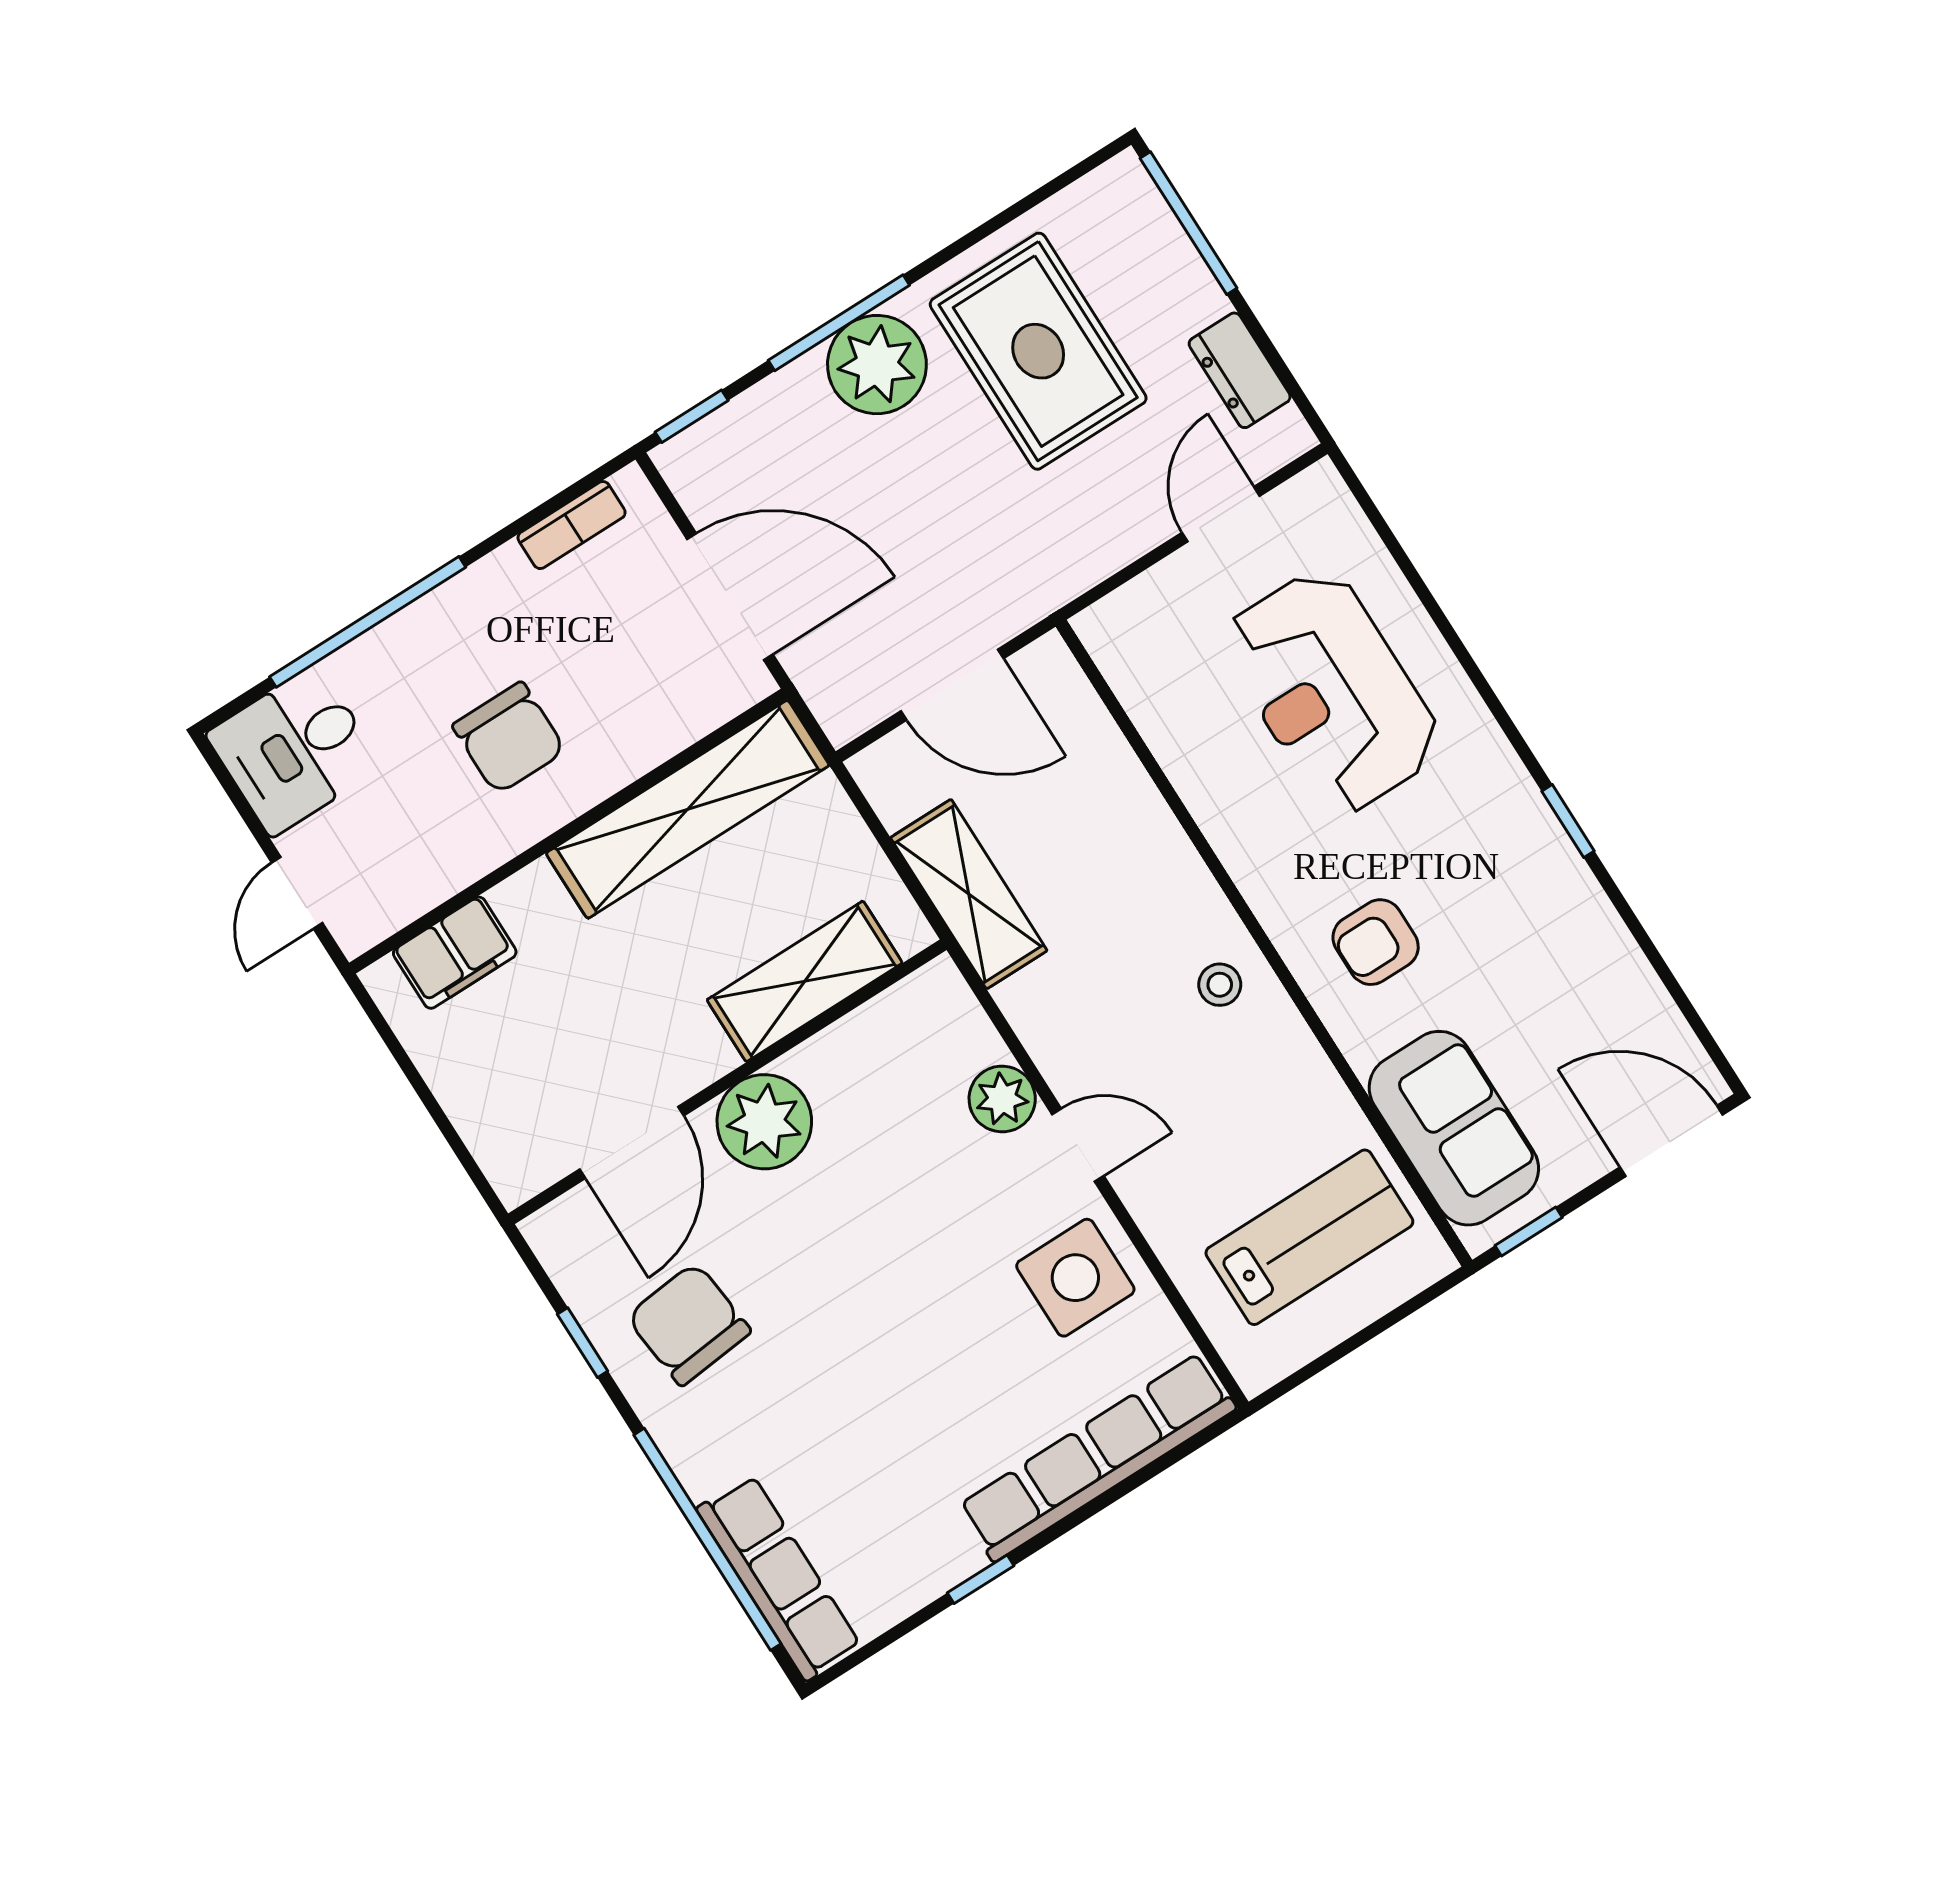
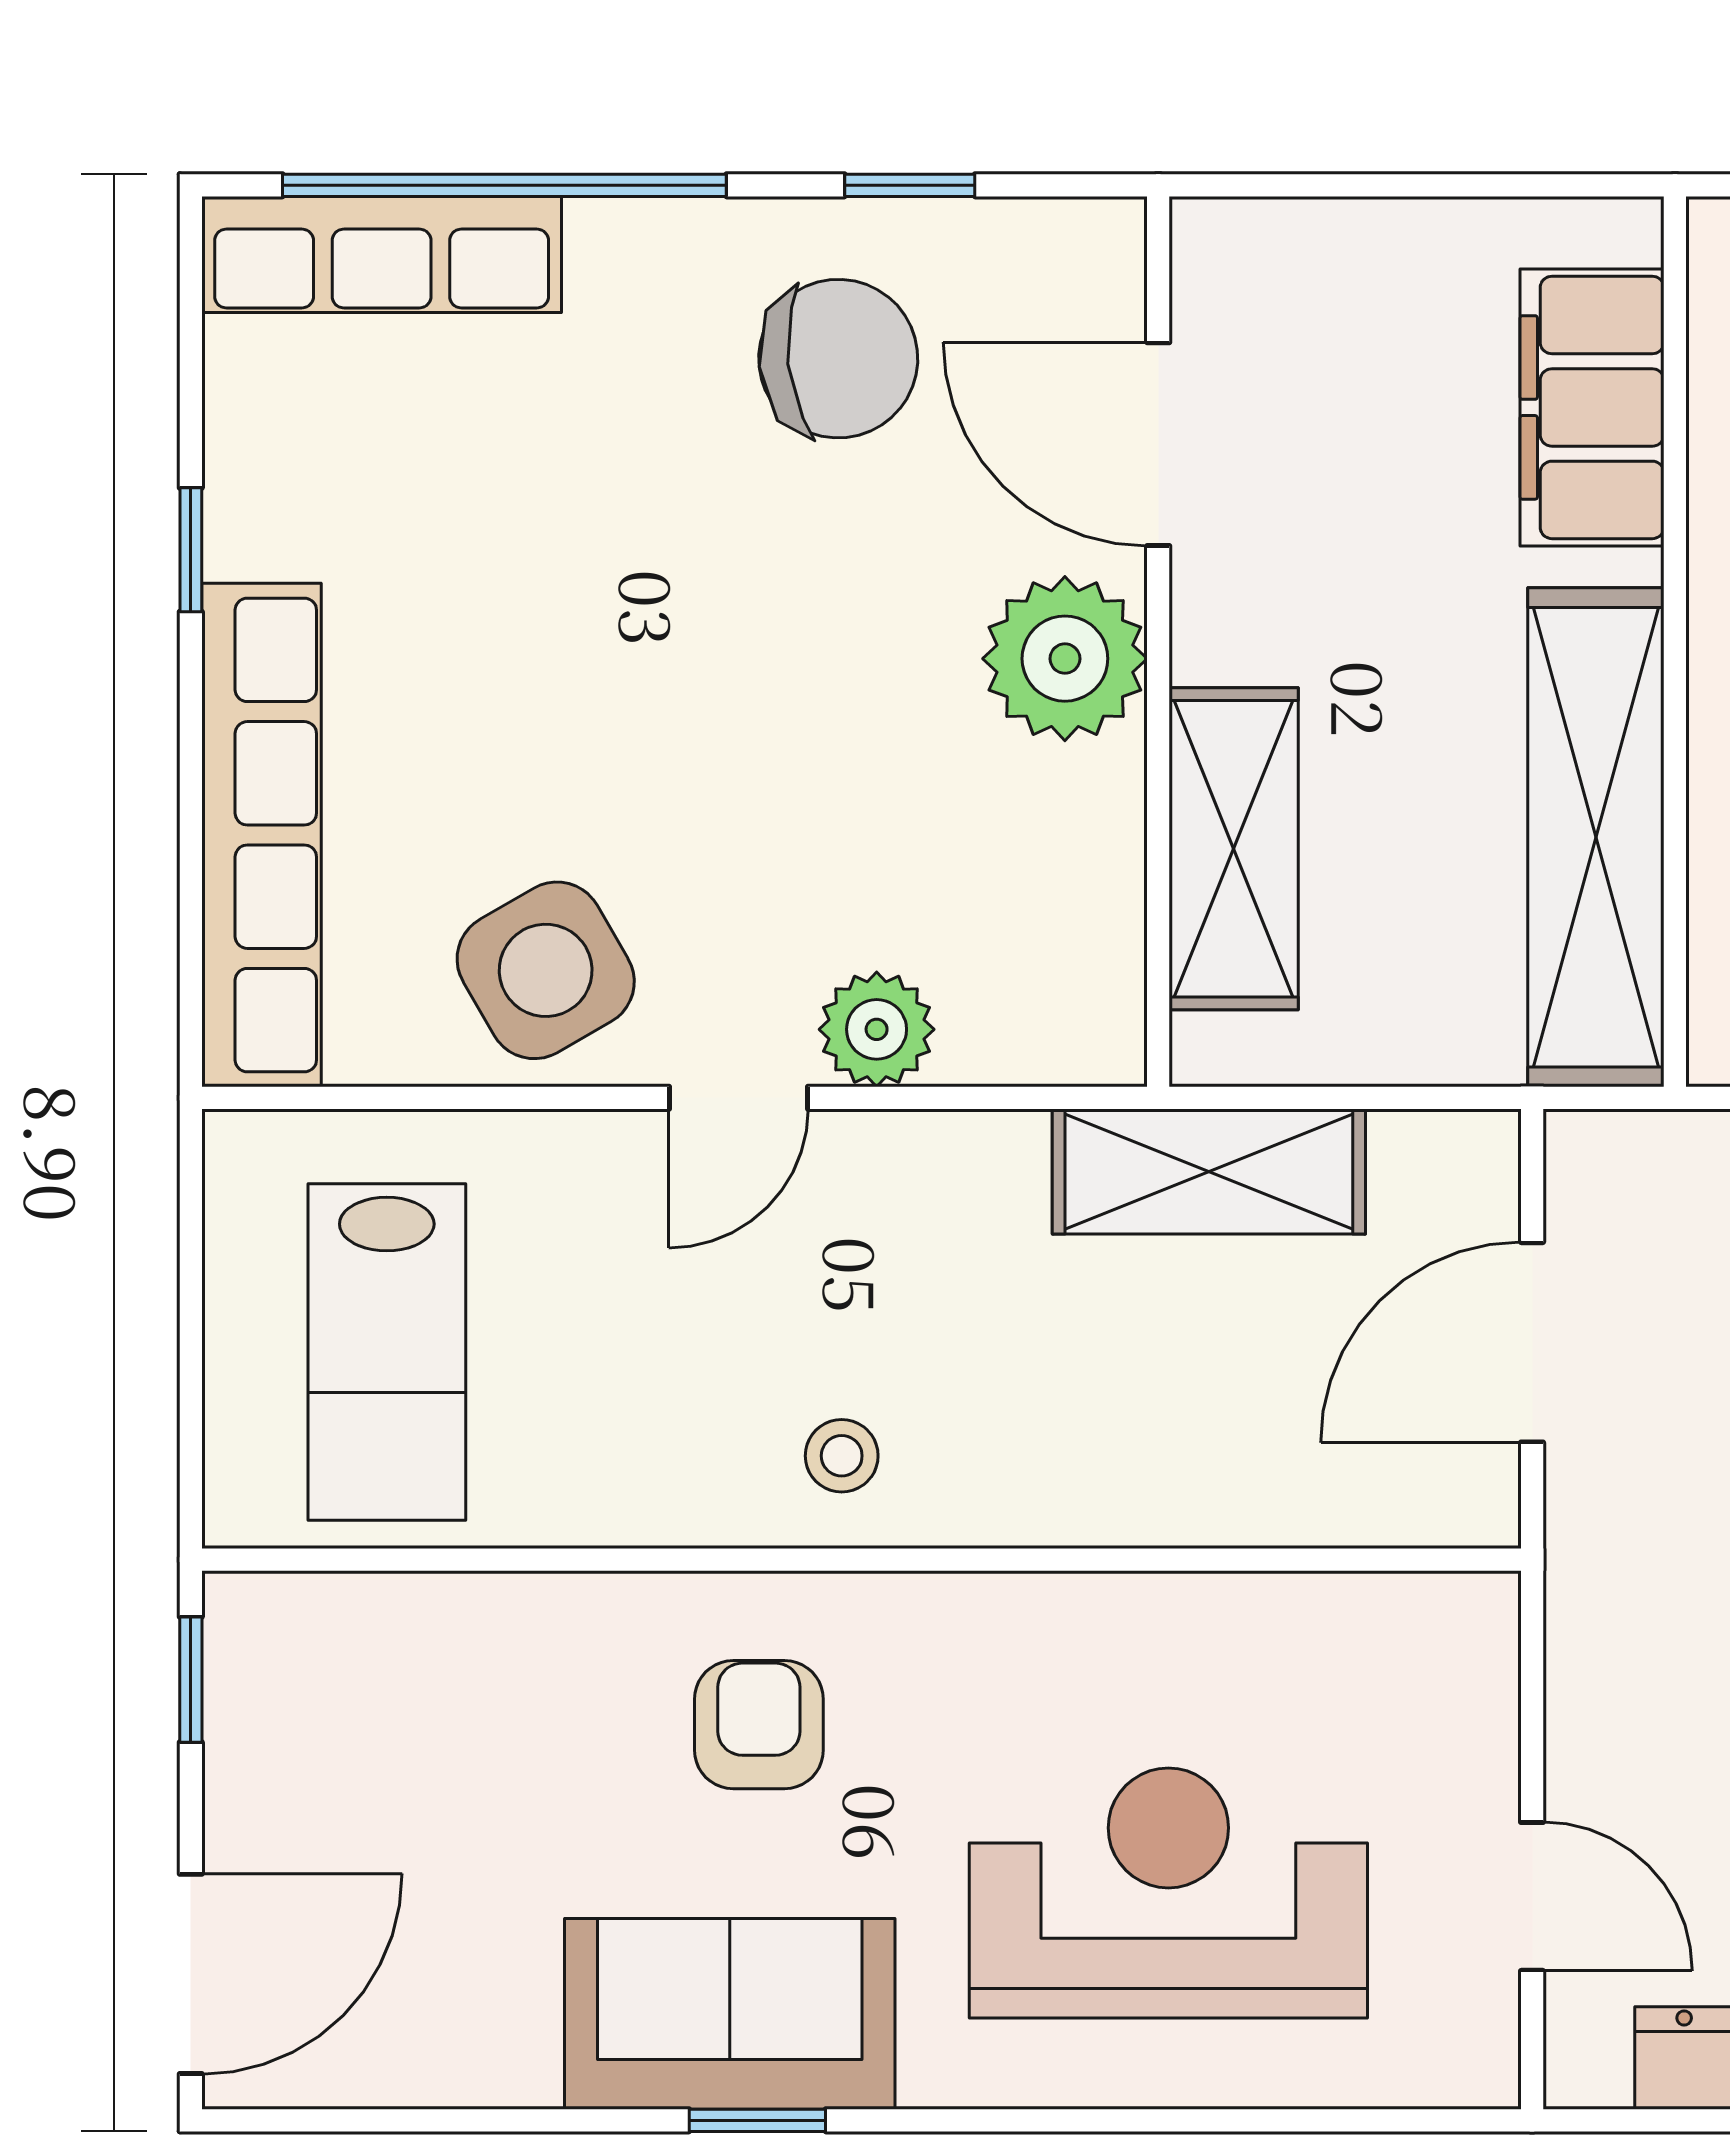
filing cabinet: (455, 953) -> (1592, 407), width x1.50, depth x1.17
sofa: (1454, 1128) -> (730, 2014), moved, turned 180
side table: (1075, 1278) -> (546, 970), turned -30

